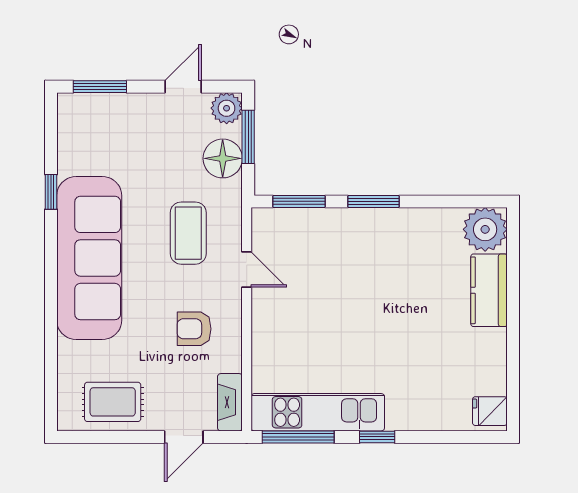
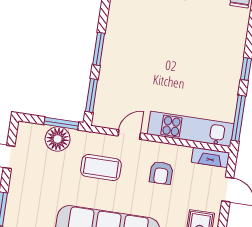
plant: (227, 108) -> (27, 132), removed
window: (248, 137) -> (61, 123), moved
kitchen unit: (318, 412) -> (191, 129), moved, turned 90

